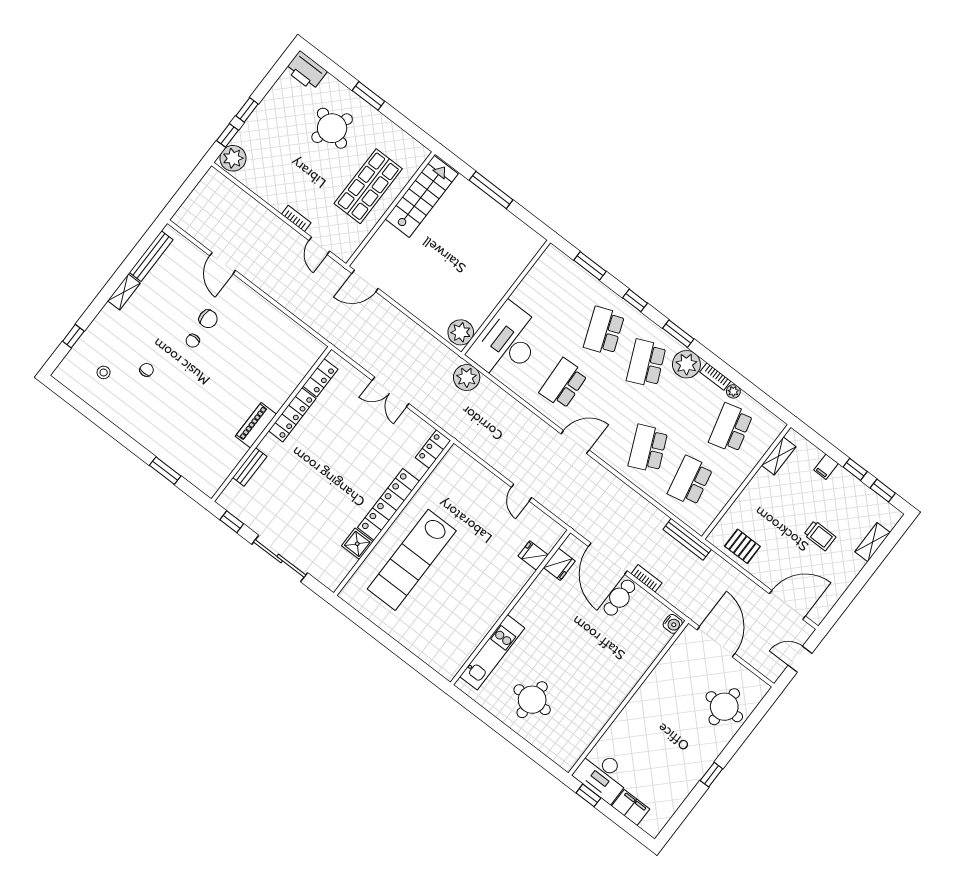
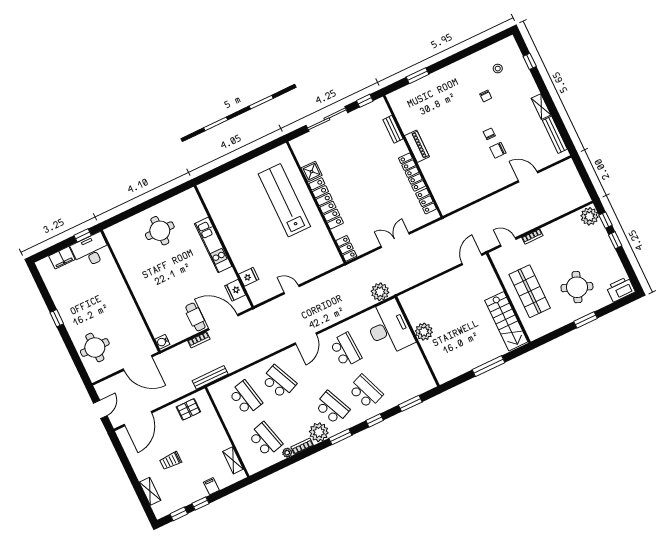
plant: (461, 332) -> (424, 332), moved
kitchen unit: (492, 652) -> (213, 245), moved

